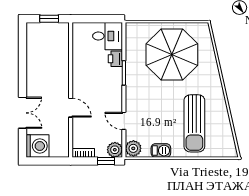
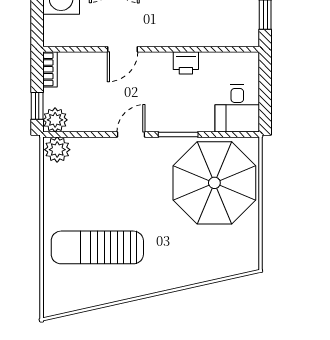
parasol: (172, 55) -> (214, 183), moved
printer: (115, 59) -> (186, 63), moved, turned 180
door: (124, 121) -> (131, 134), moved
barbecue: (161, 151) -> (54, 194), removed

